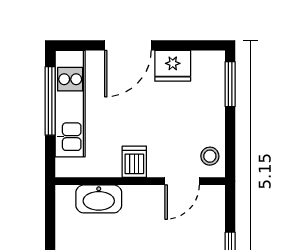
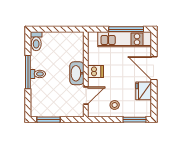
stool: (210, 156) -> (115, 105), moved
door: (182, 181) -> (86, 96), swing flipped
washbasin: (99, 199) -> (77, 73), moved

